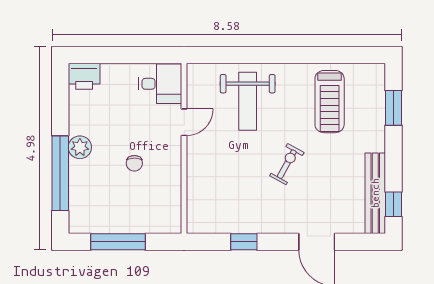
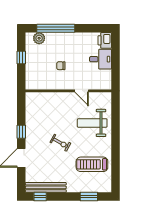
desk: (160, 84) -> (100, 59), moved, turned -90
plant: (80, 147) -> (39, 38), moved
window: (118, 242) -> (21, 57), width x0.46
window: (244, 242) -> (21, 132), moved

